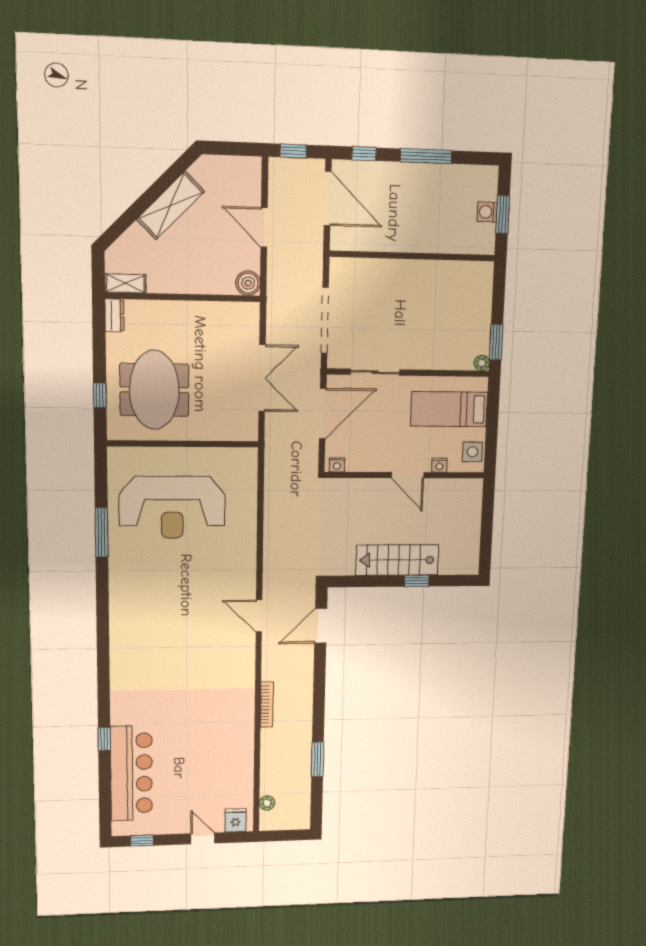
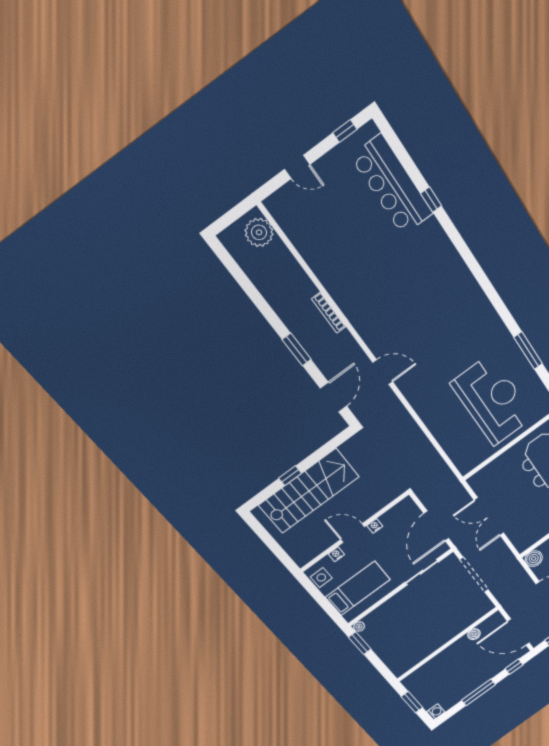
washing machine: (487, 212) -> (436, 712), moved
boiler: (377, 243) -> (474, 634), added
nightstand: (337, 465) -> (375, 526), moved
reception desk: (172, 507) -> (493, 400), turned 90
stairs: (397, 560) -> (309, 491), width x1.36, depth x1.51
window: (318, 759) -> (297, 349), moved
plant: (267, 803) -> (259, 232), width x1.87, depth x1.87
fridge: (236, 820) -> (282, 201), removed

